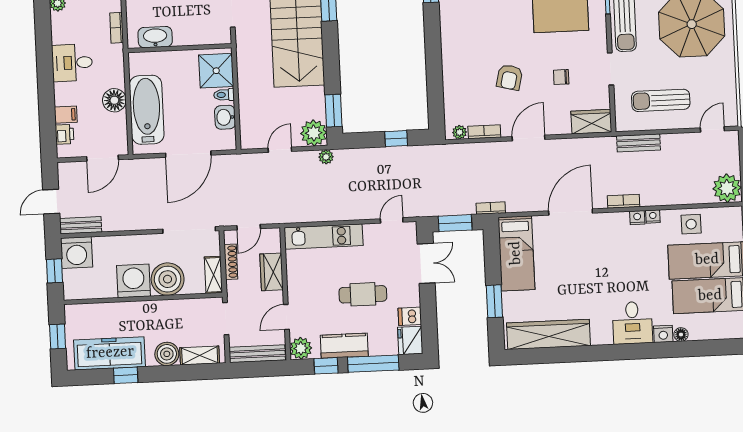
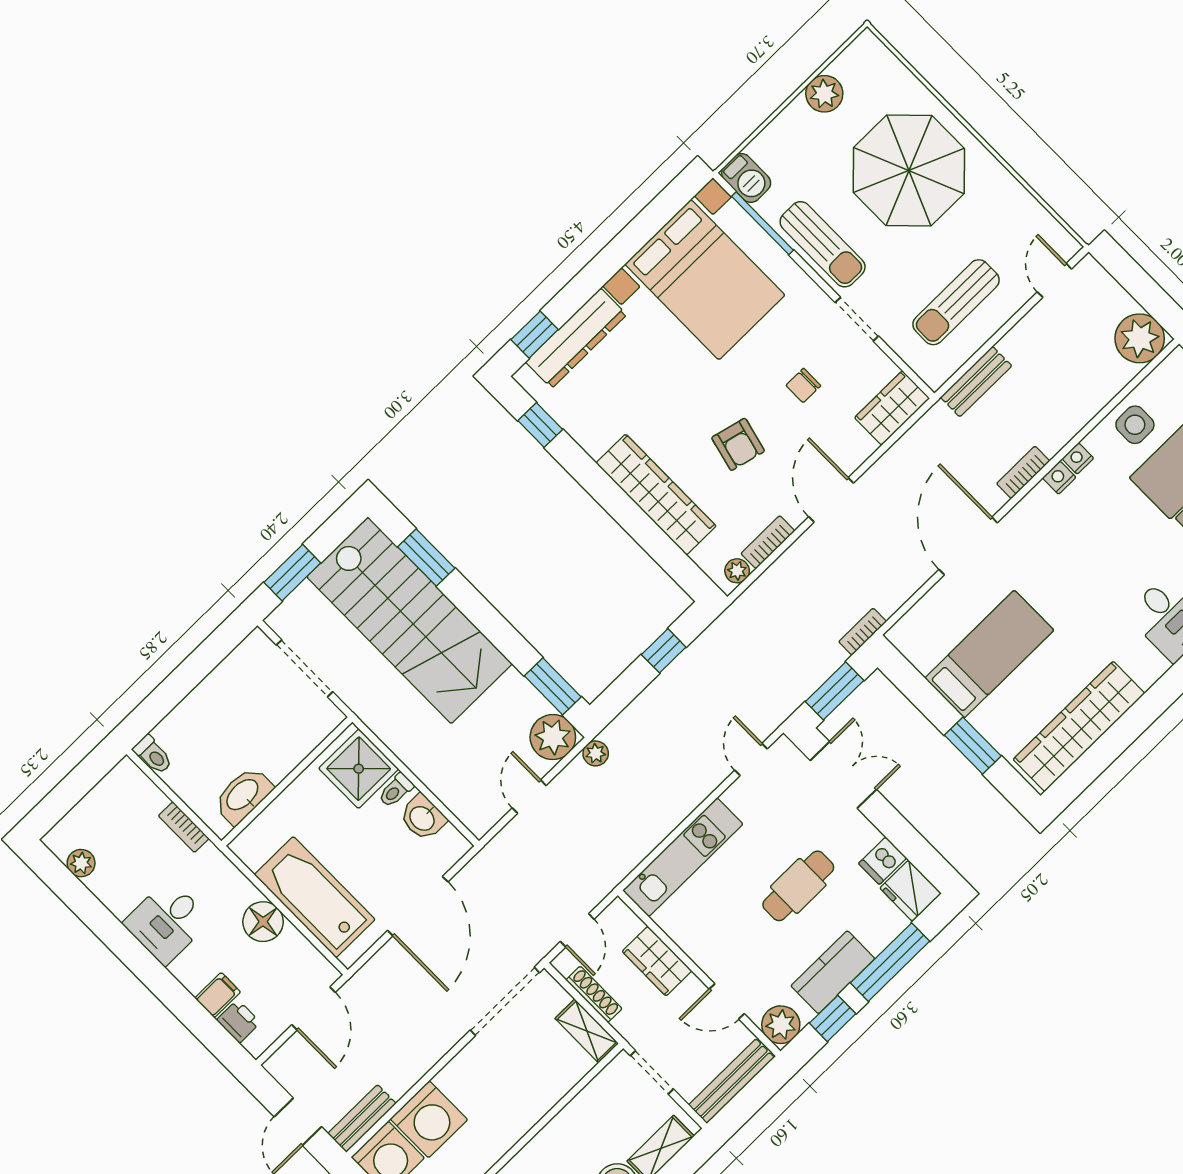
wardrobe: (454, 67) -> (656, 495), added
bed: (516, 253) -> (989, 654), moved, turned -90
boiler: (168, 279) -> (533, 1088), removed
washing machine: (134, 281) -> (429, 1119), moved, turned 180
door: (286, 317) -> (727, 1001), hinge flipped

